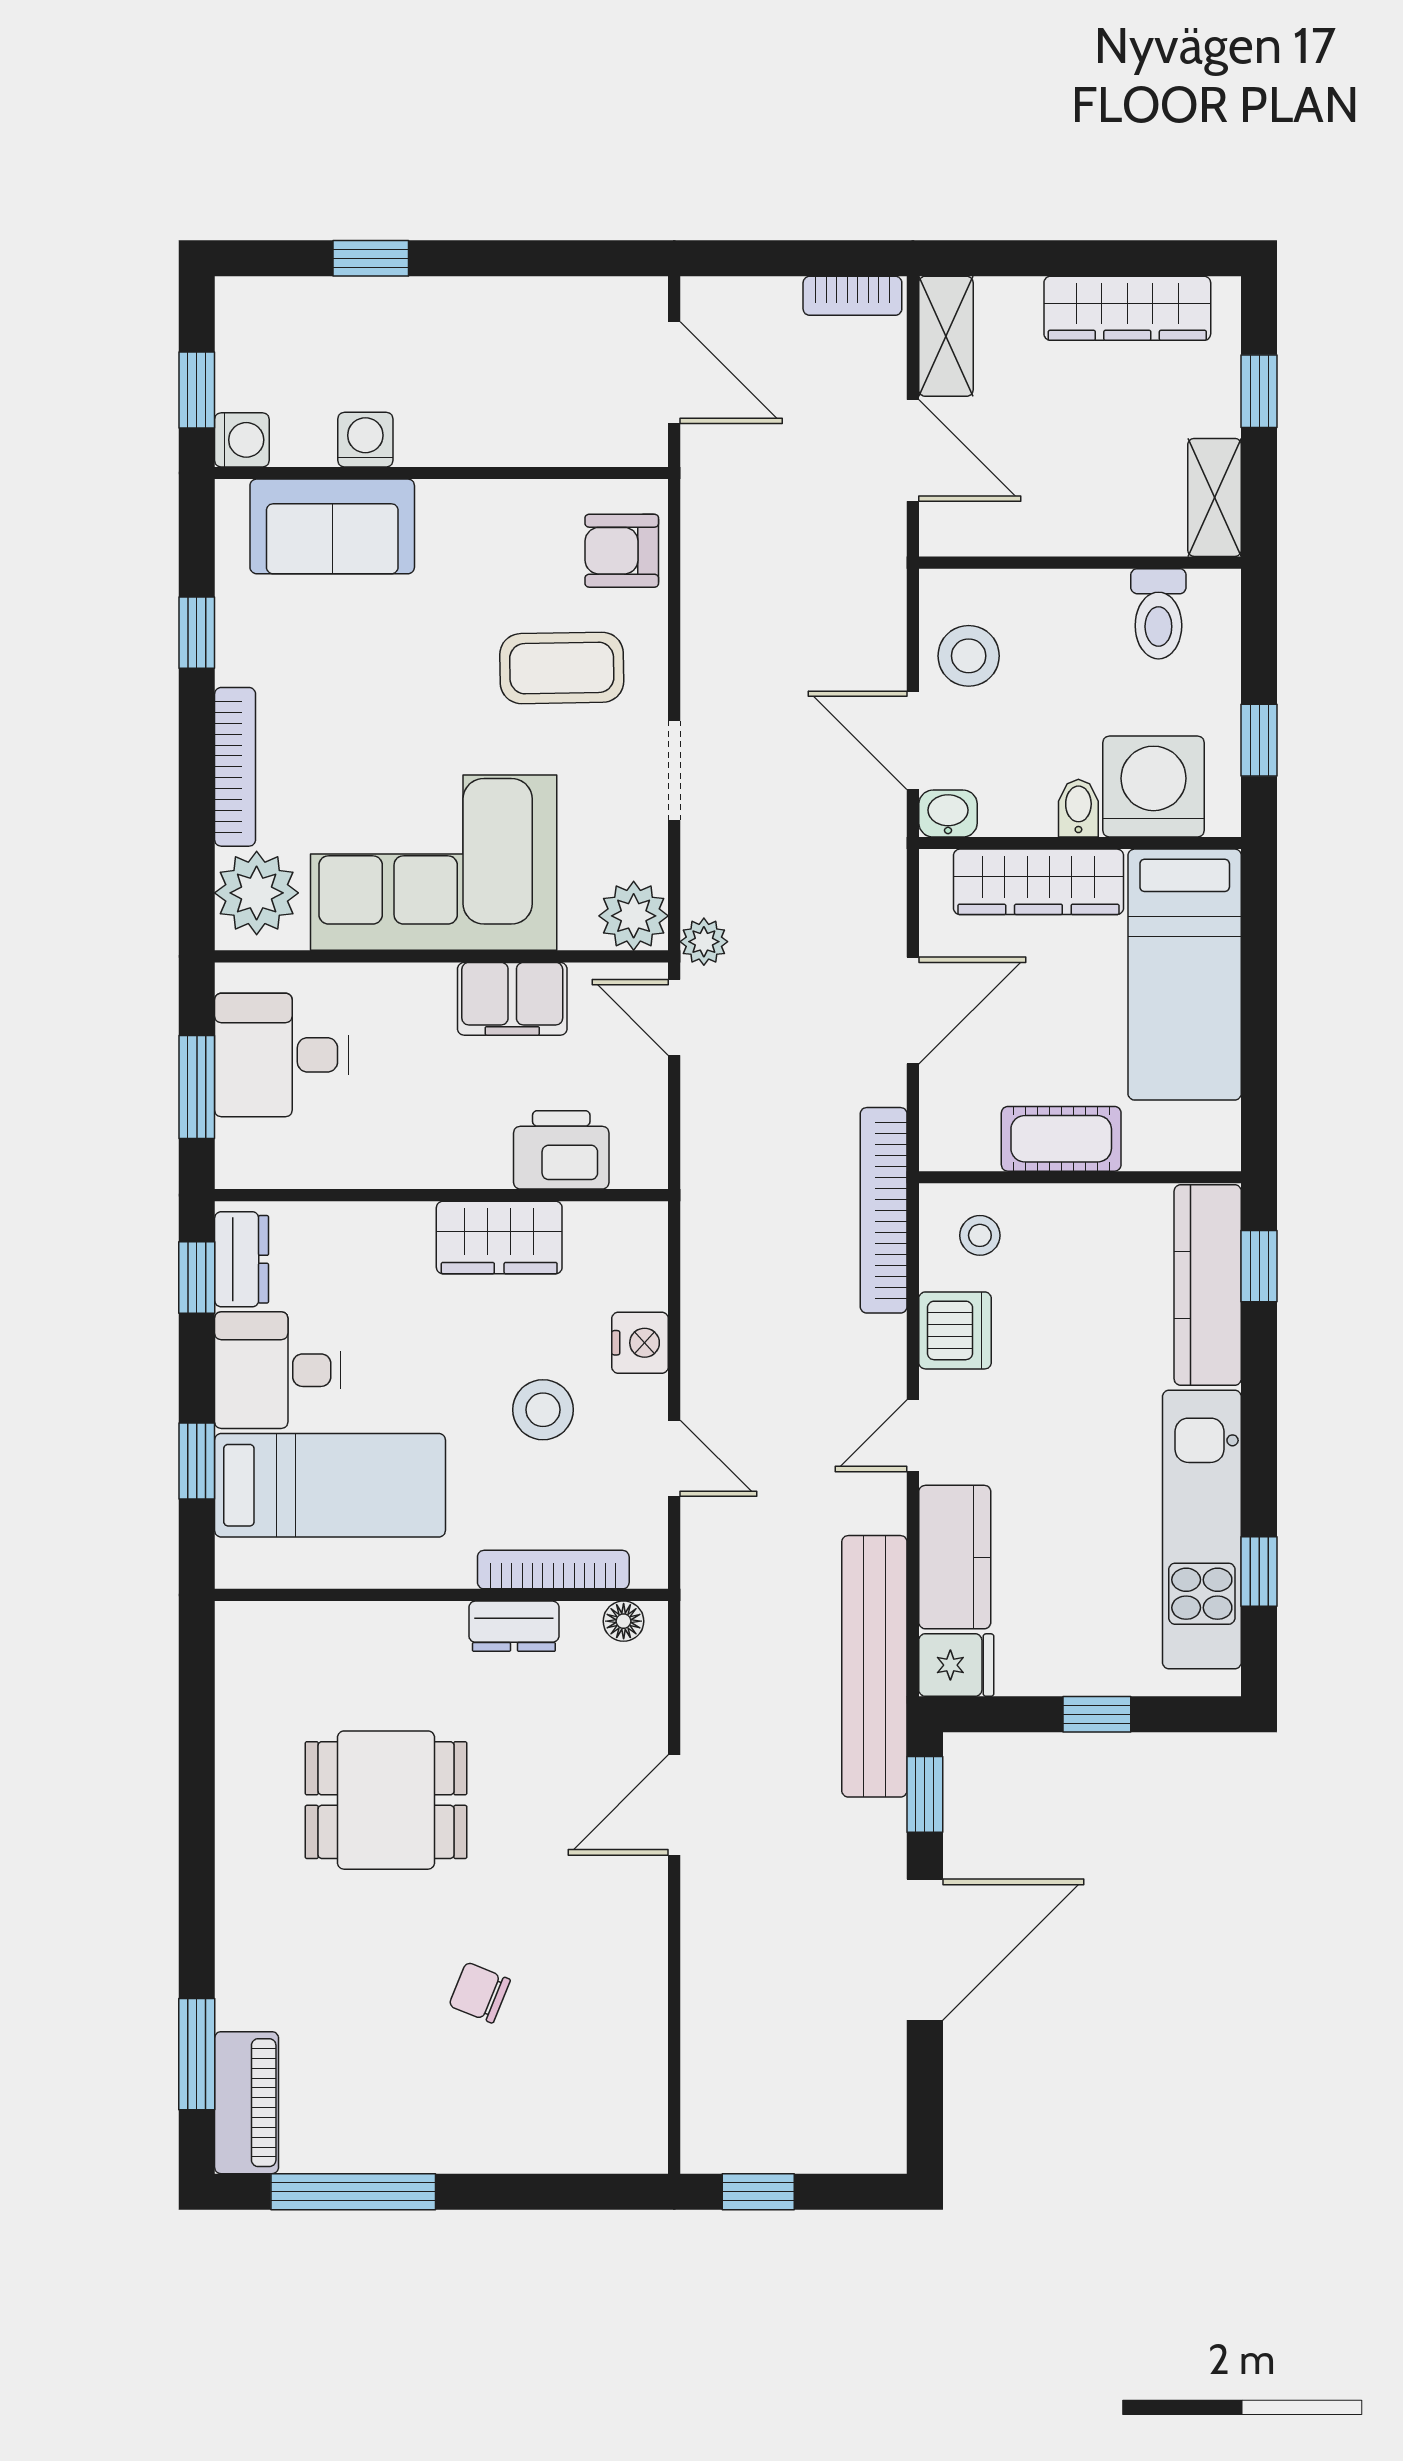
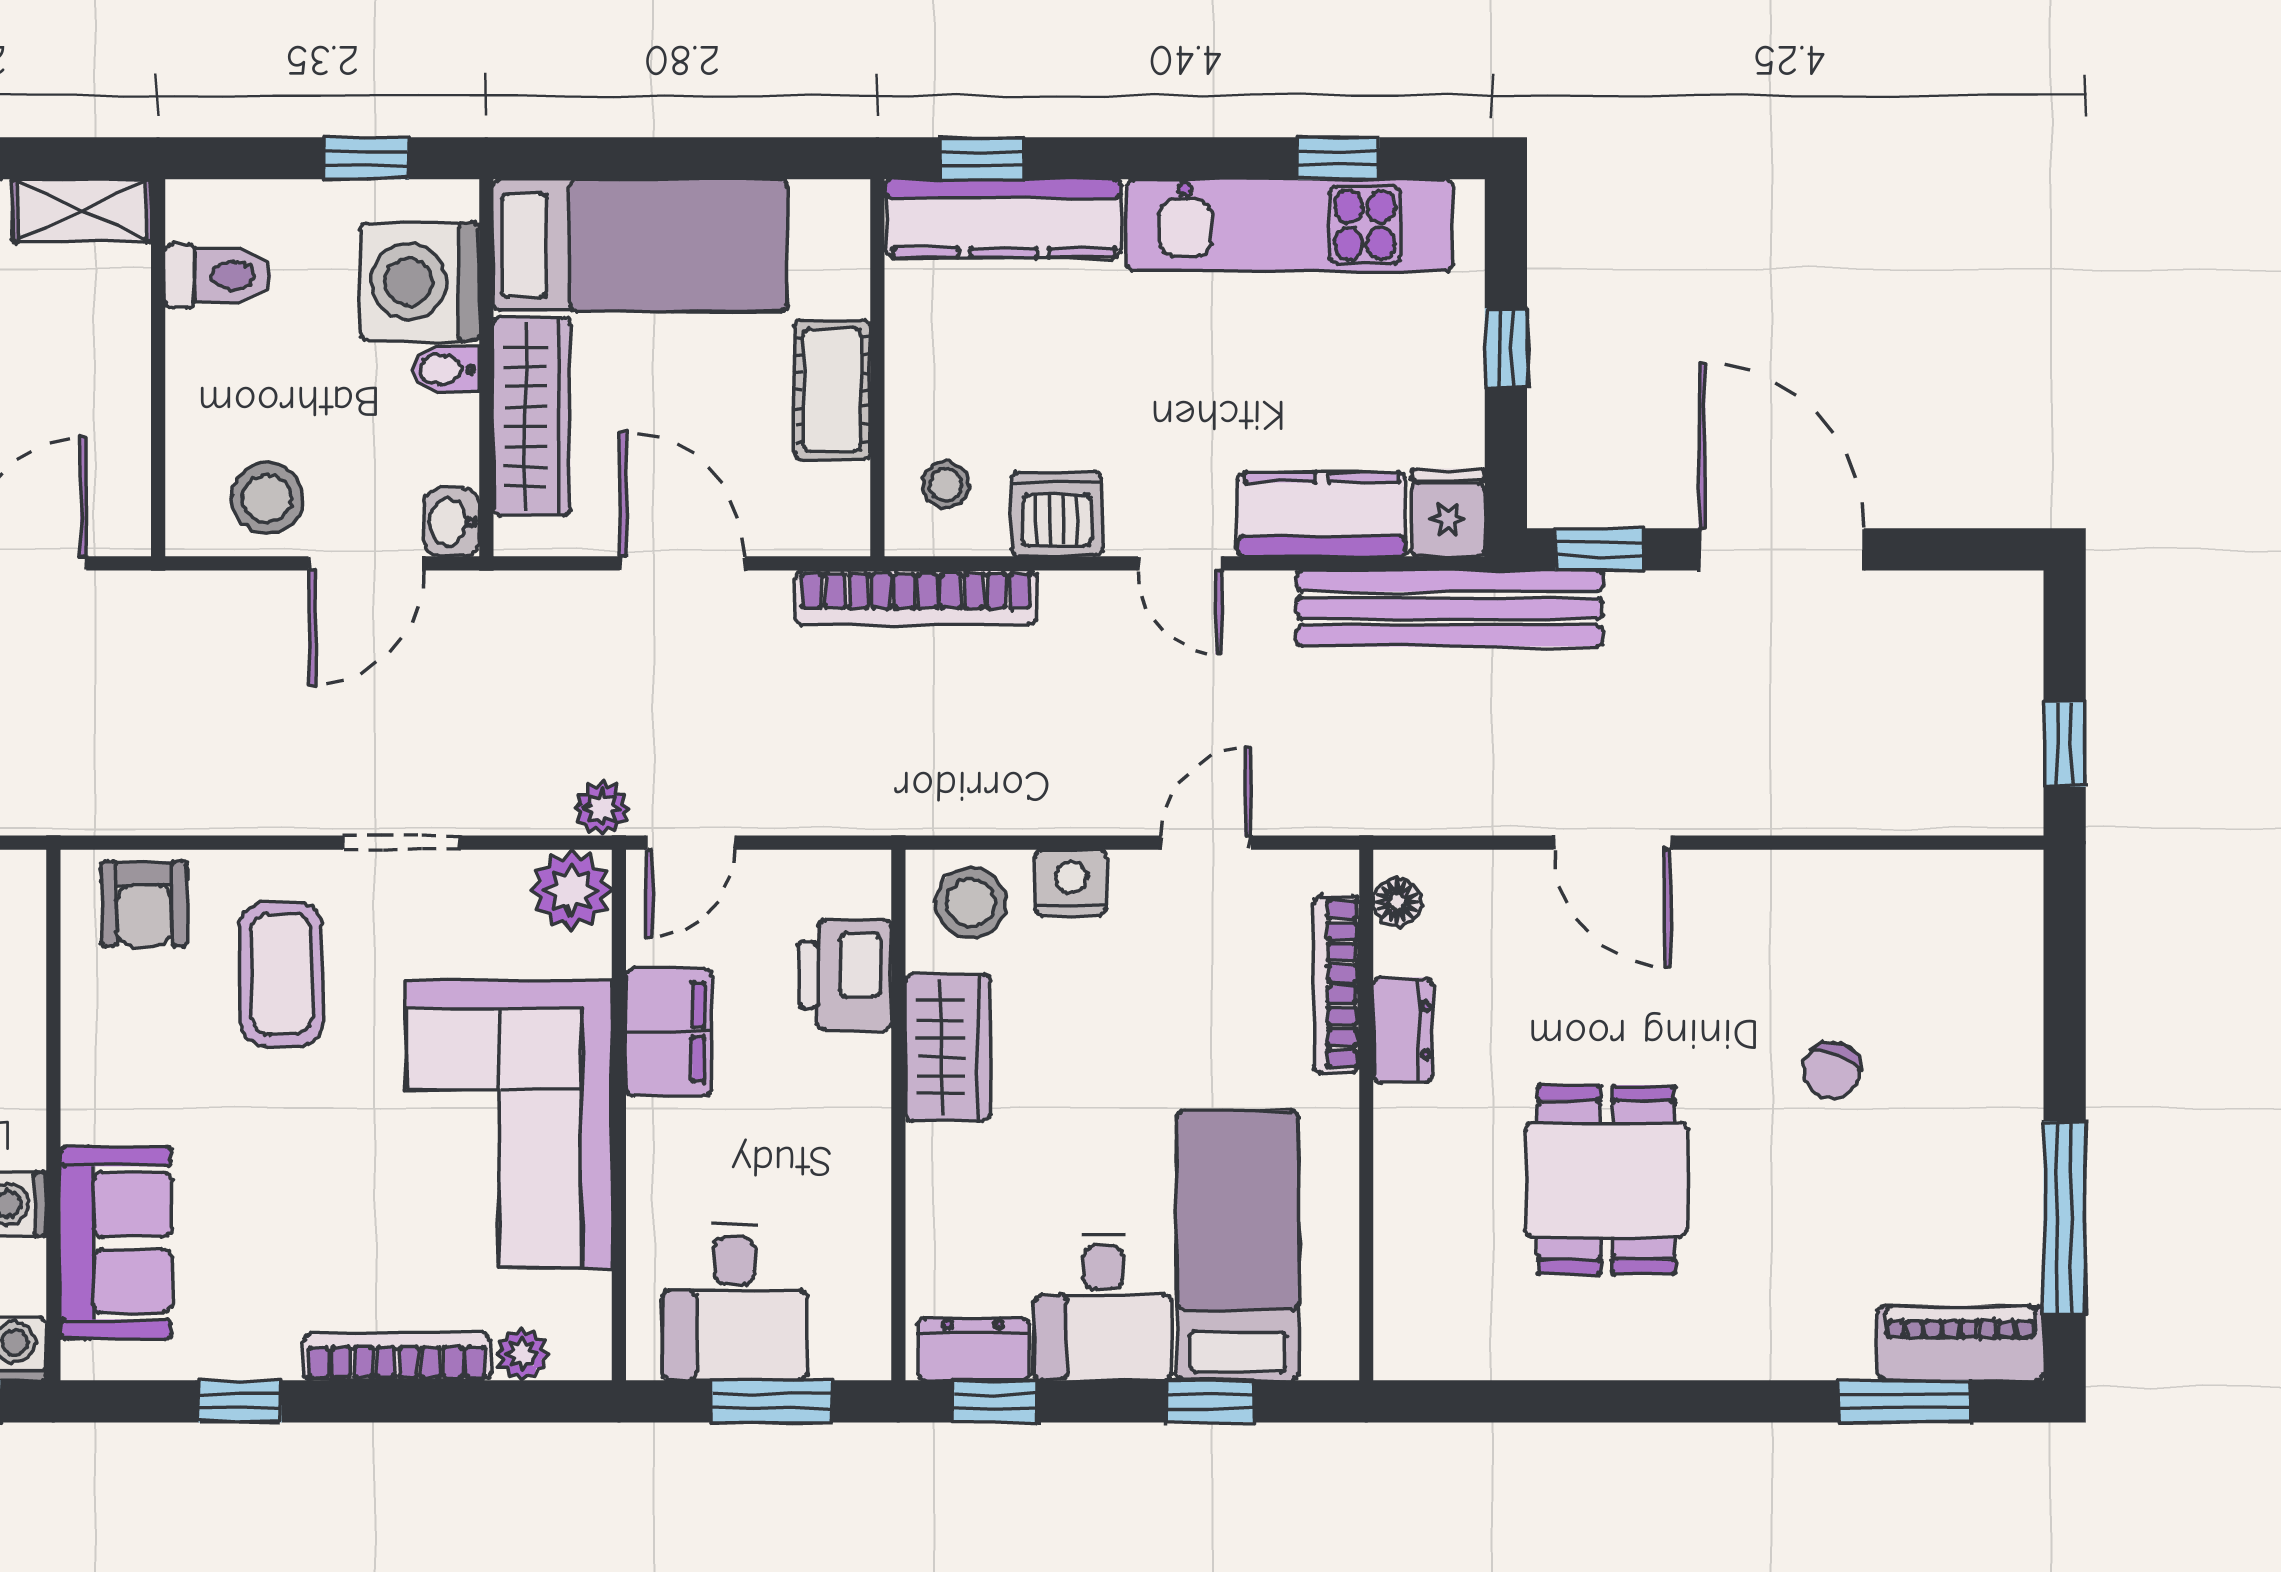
plant: (257, 893) -> (522, 1354), width x0.53, depth x0.53
stool: (543, 1410) -> (971, 903), moved

